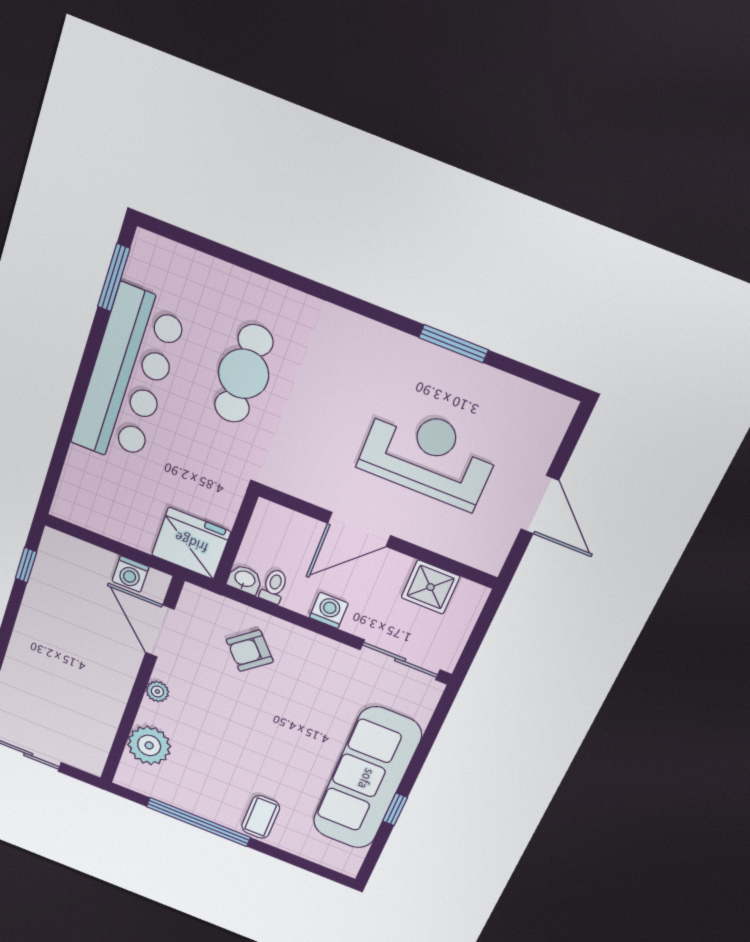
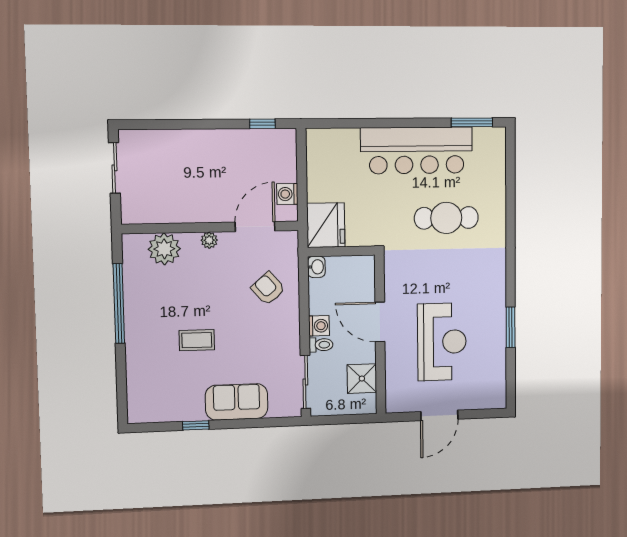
toilet: (274, 586) -> (321, 345), moved
sofa: (367, 779) -> (237, 402), width x0.54, depth x0.79
coffee table: (261, 817) -> (197, 340), moved

